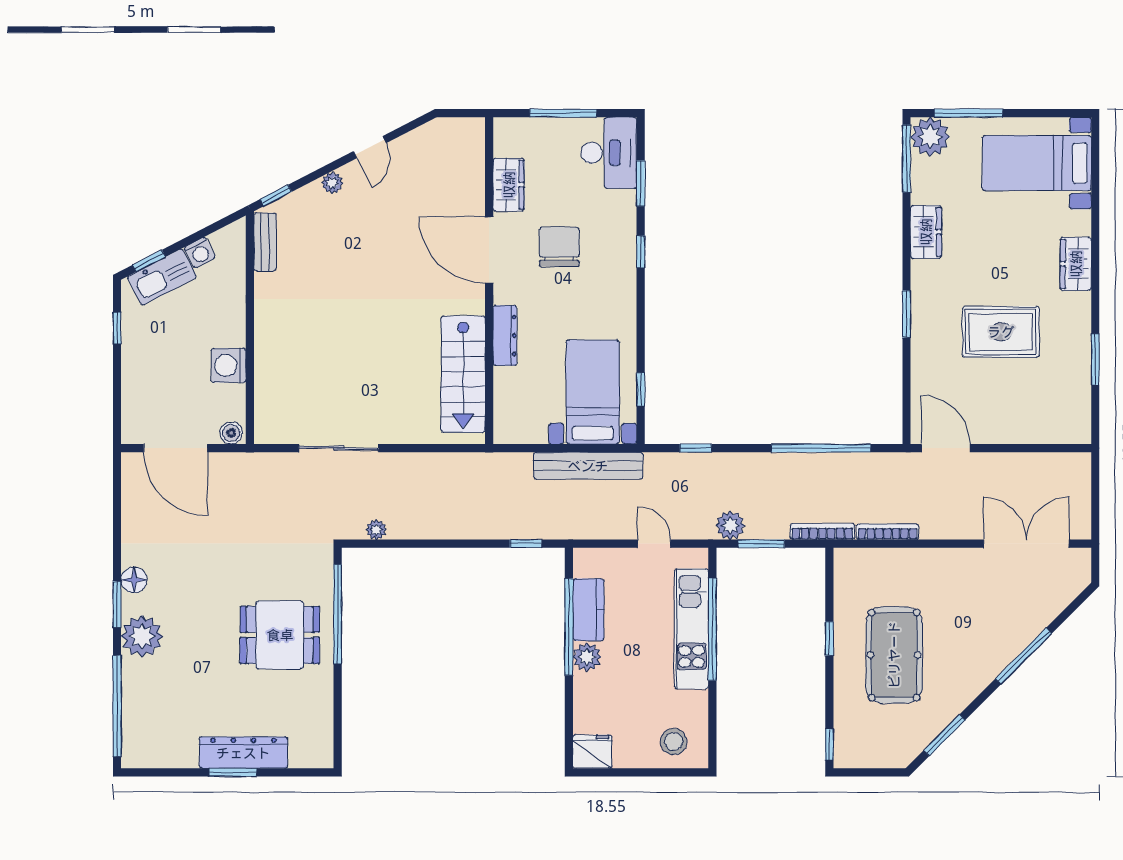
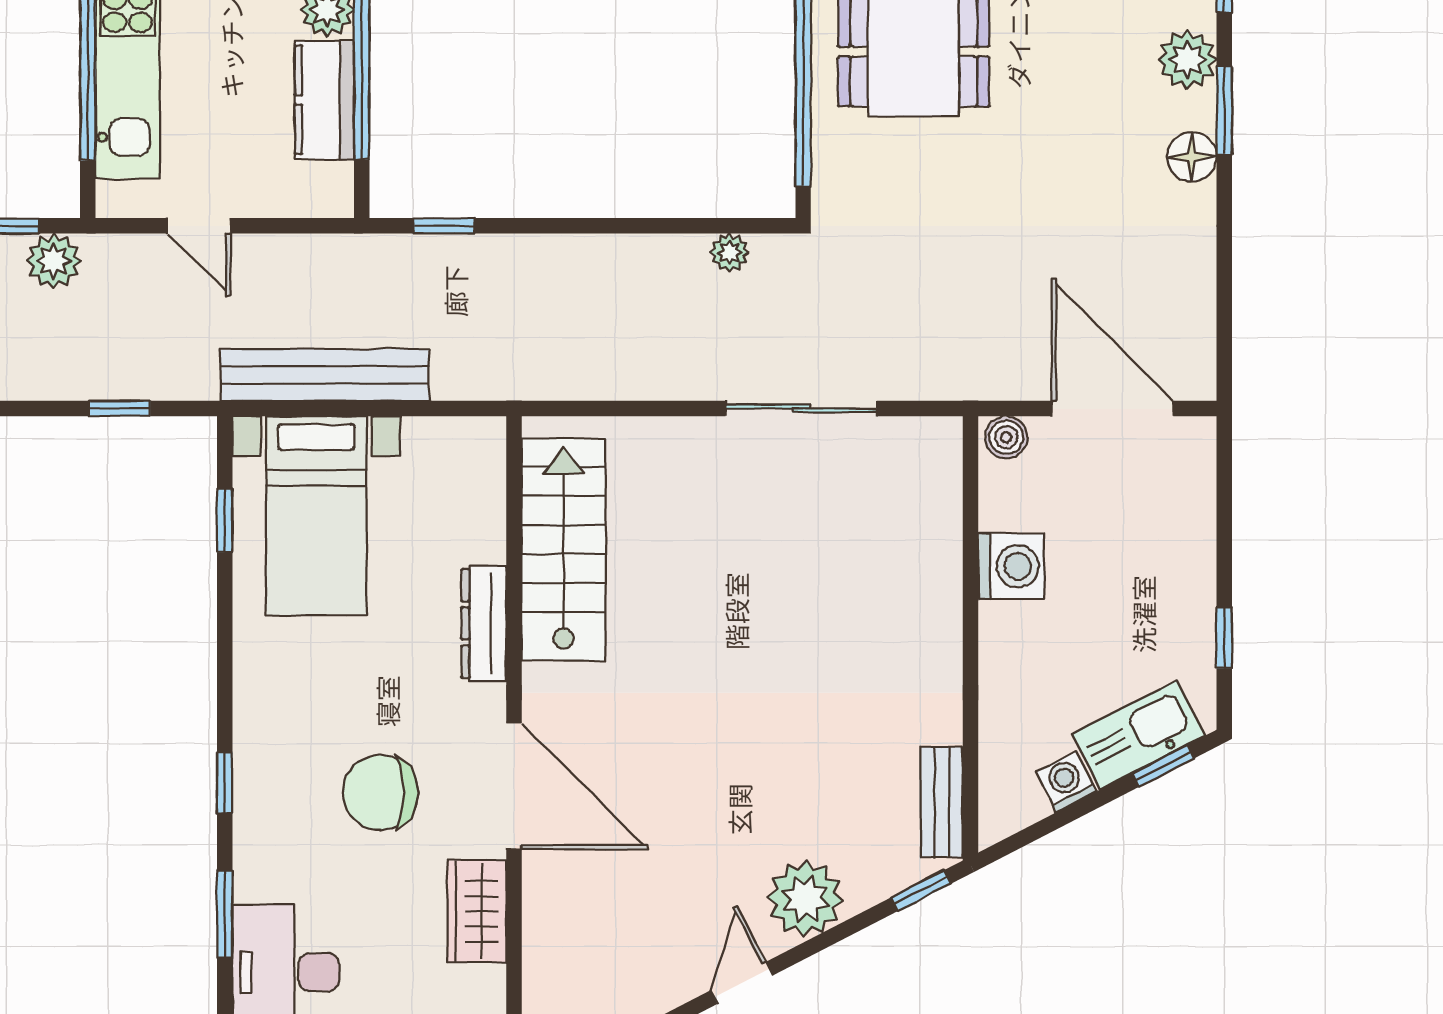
plant: (332, 183) -> (805, 899), width x1.88, depth x1.88
chair: (559, 247) -> (380, 793), turned 90
plant: (142, 636) -> (1187, 60), width x0.73, depth x0.73

